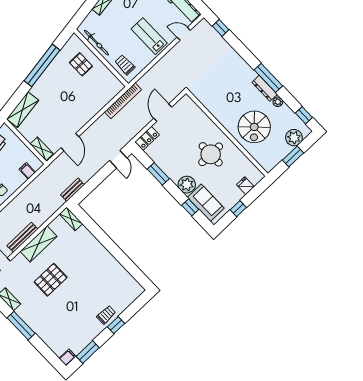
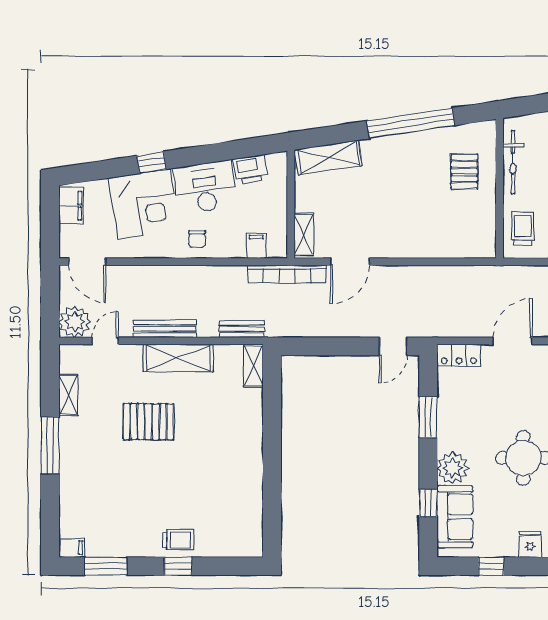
bookcase: (123, 101) -> (287, 274), moved
bench: (72, 190) -> (242, 329), moved

